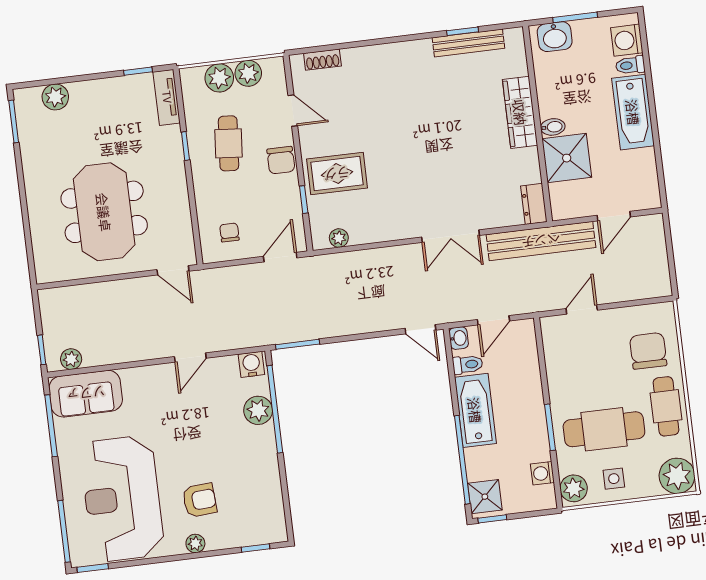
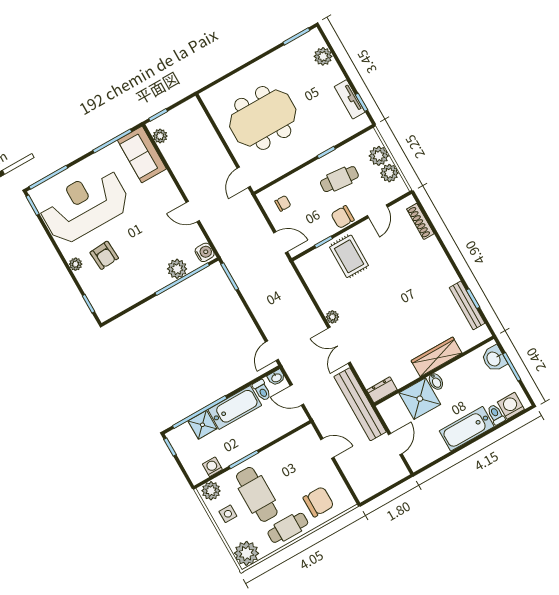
shoe rack: (322, 60) -> (420, 221), width x1.43
tv unit: (167, 97) -> (350, 99), moved, turned -90
door: (614, 216) -> (395, 444), swing flipped
plant: (339, 238) -> (332, 317), moved
shower: (485, 497) -> (202, 425), moved

